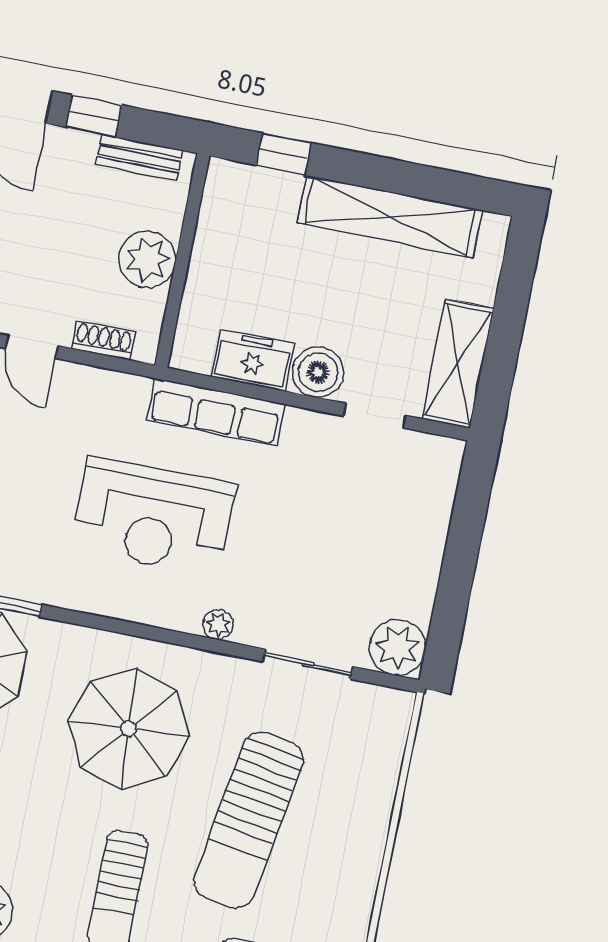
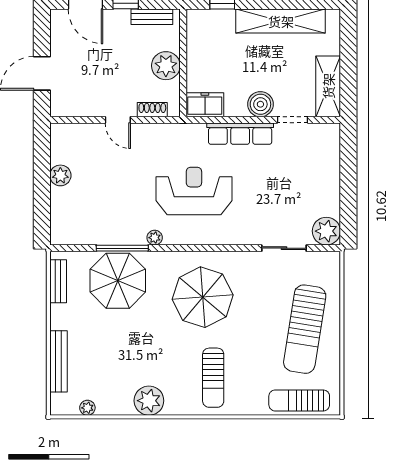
freezer: (253, 360) -> (205, 105), moved
row of seats: (216, 412) -> (240, 134), moved
reception desk: (153, 517) -> (194, 191), turned 180
plant: (218, 625) -> (155, 238), moved
sun lounger: (249, 820) -> (305, 329), moved

